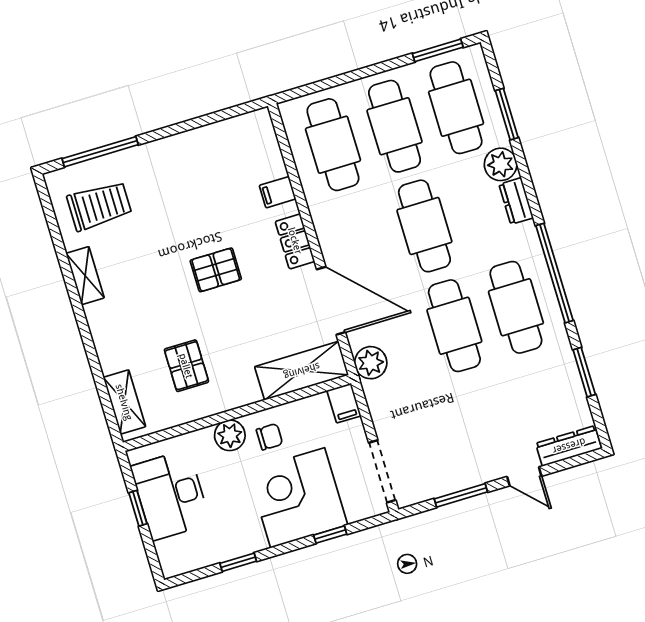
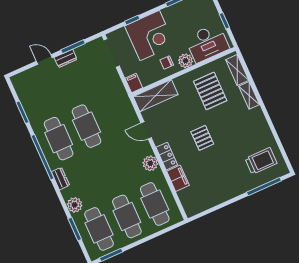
filing cabinet: (278, 192) -> (178, 178), width x2.00
dresser: (516, 201) -> (60, 179), moved
trolley: (99, 206) -> (261, 161), turned 180
cafe table: (424, 226) -> (107, 171), removed
pallet: (216, 270) -> (202, 138), turned 90
shelving: (85, 276) -> (249, 95), moved
door: (331, 301) -> (146, 130), width x0.53
plant: (371, 363) -> (150, 163), moved
pallet: (186, 366) -> (210, 91), width x1.50, depth x1.42
dresser: (569, 446) -> (66, 58), moved, width x0.70
desk: (171, 495) -> (207, 43), moved, turned 90

